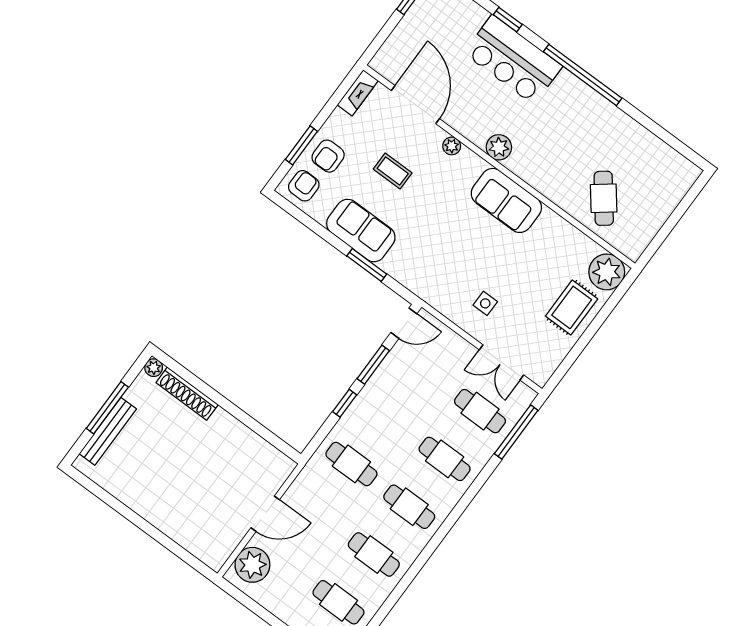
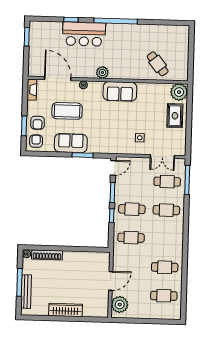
coffee table: (393, 171) -> (67, 111), width x1.86, depth x1.72
cafe table: (409, 507) -> (132, 209), moved
wardrobe: (153, 510) -> (65, 310), added

